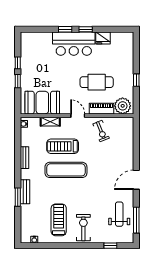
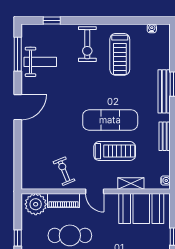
bench: (25, 192) -> (164, 91), width x1.36
weight bench: (119, 214) -> (40, 62), turned -90

